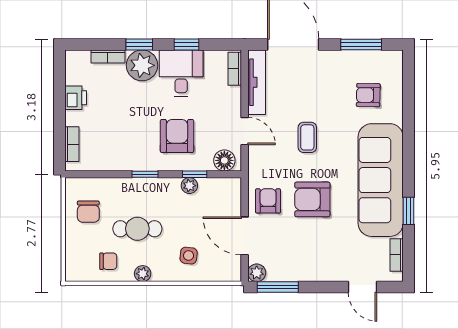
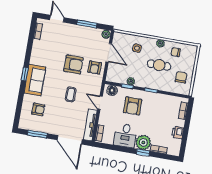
window: (186, 44) -> (120, 149), removed
sofa: (381, 180) -> (35, 80), width x0.54, depth x0.79
window: (408, 211) -> (25, 74), moved
window: (278, 287) -> (87, 24), moved

